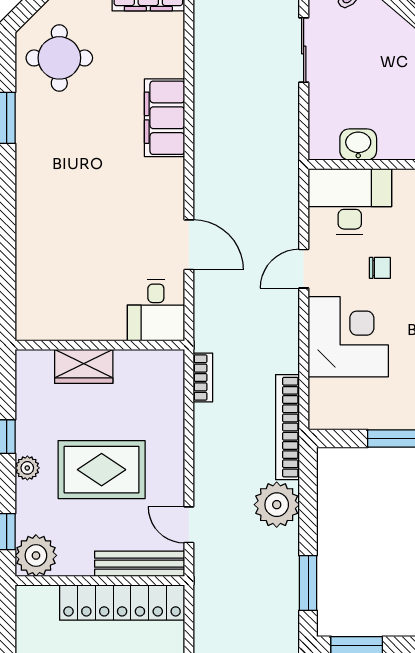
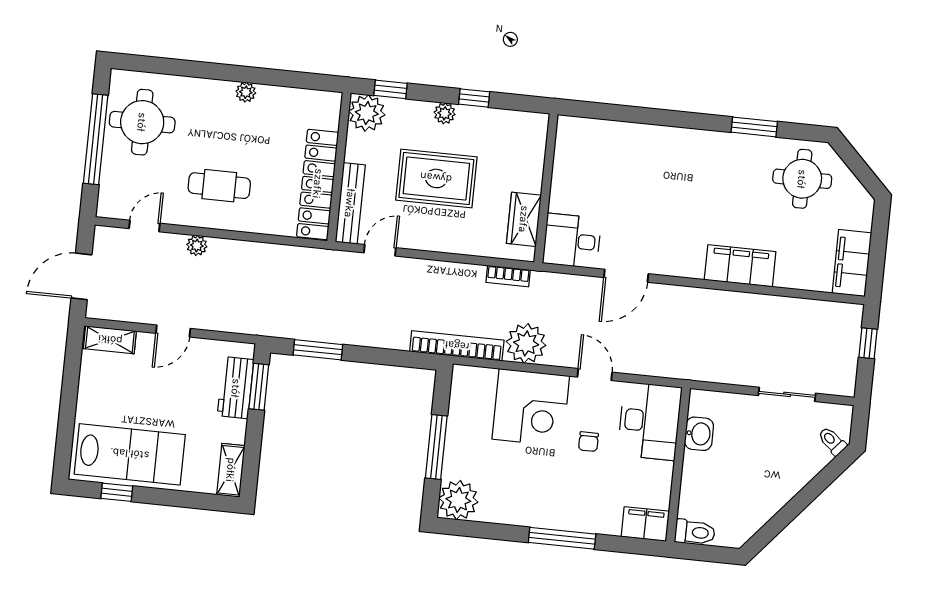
wardrobe: (84, 366) -> (524, 219), moved
rug: (102, 470) -> (436, 178), turned 90
plant: (277, 505) -> (526, 343), moved

